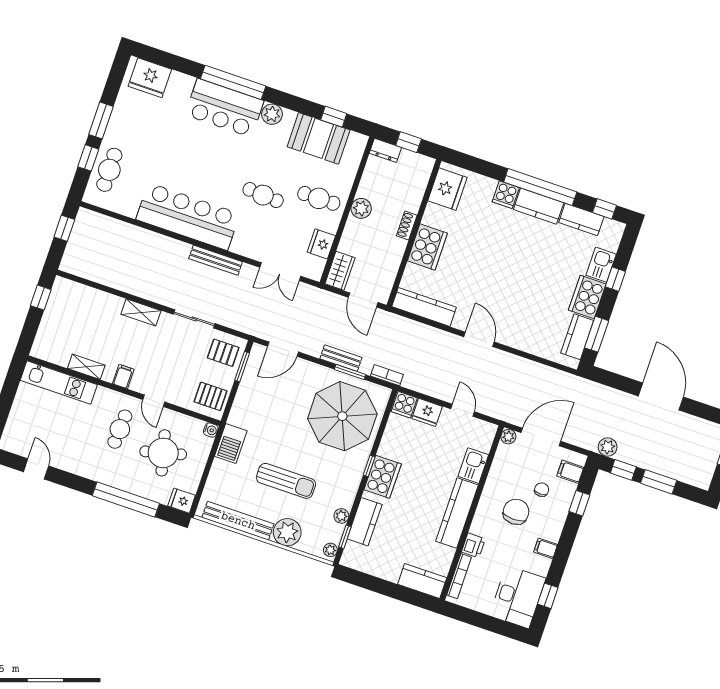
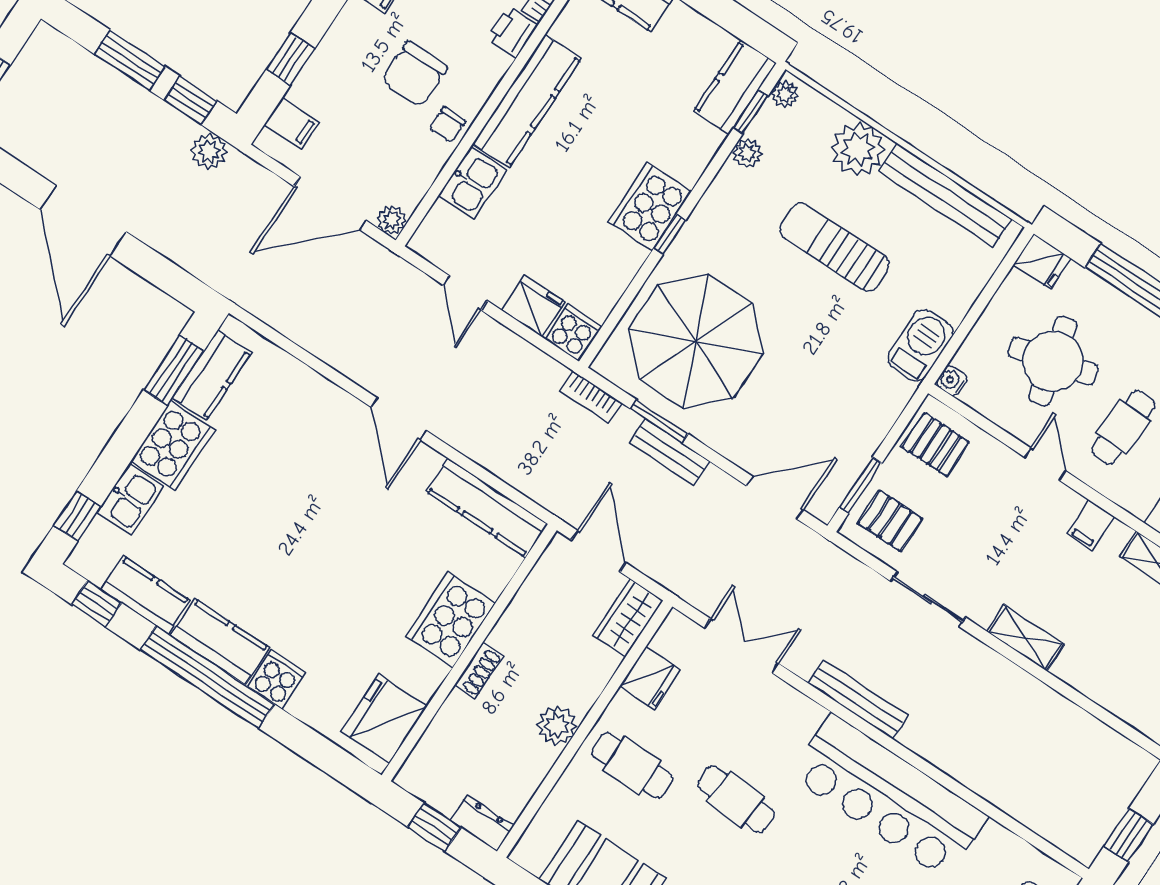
window: (615, 279) -> (77, 516), moved
chair: (542, 490) -> (447, 125), moved
kitchen counter: (365, 522) -> (735, 87), moved

